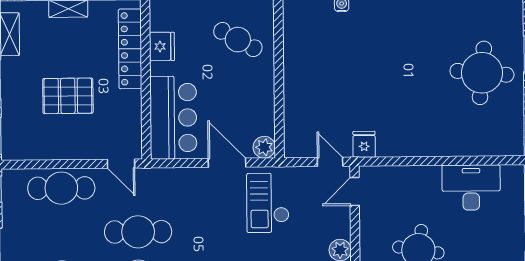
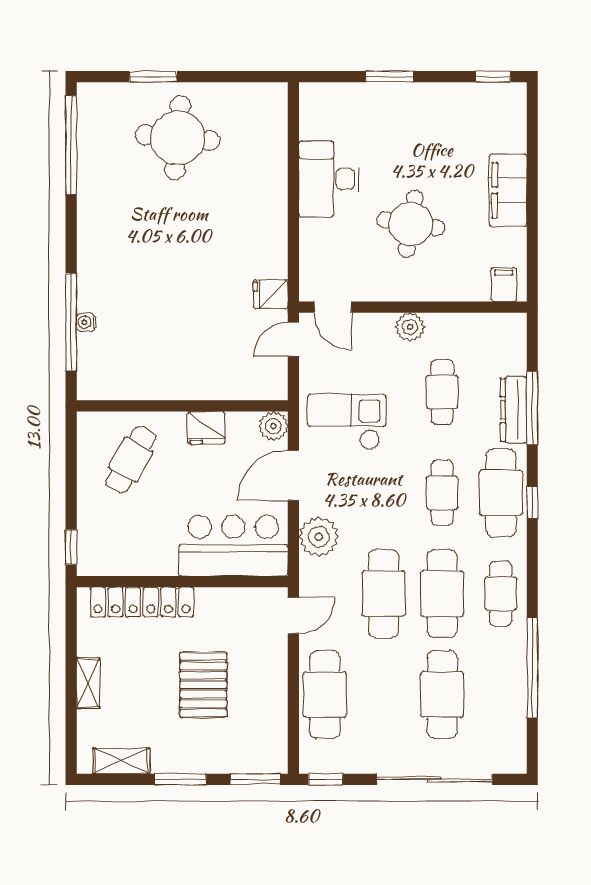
fridge: (162, 46) -> (206, 428), moved, turned 180
plant: (181, 182) -> (319, 537), added
desk: (471, 188) -> (329, 179), moved
checkout: (268, 203) -> (347, 422), turned 180

